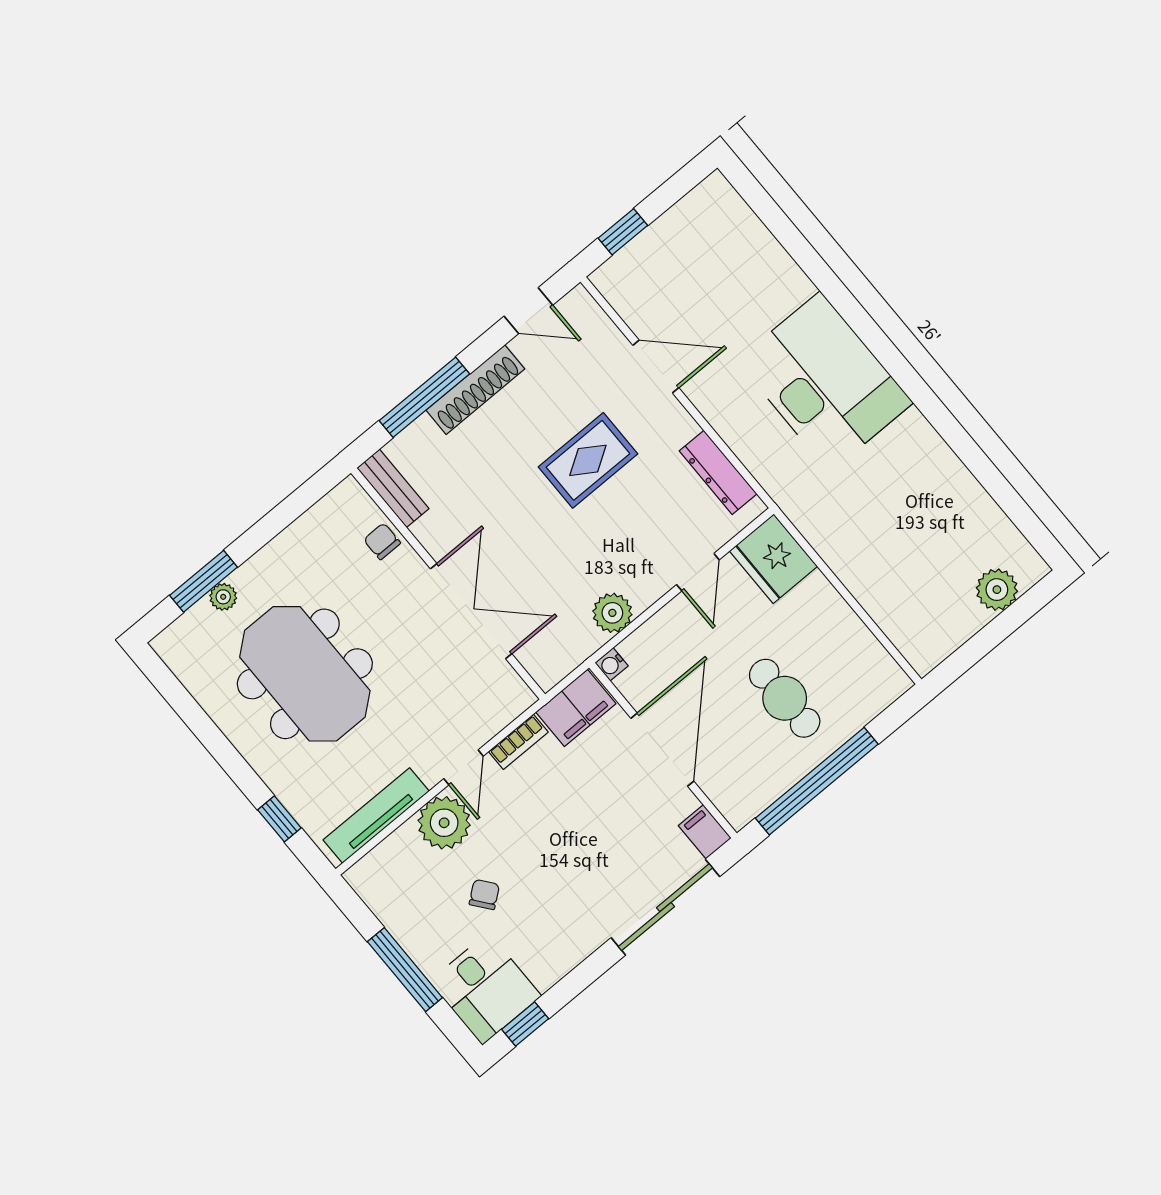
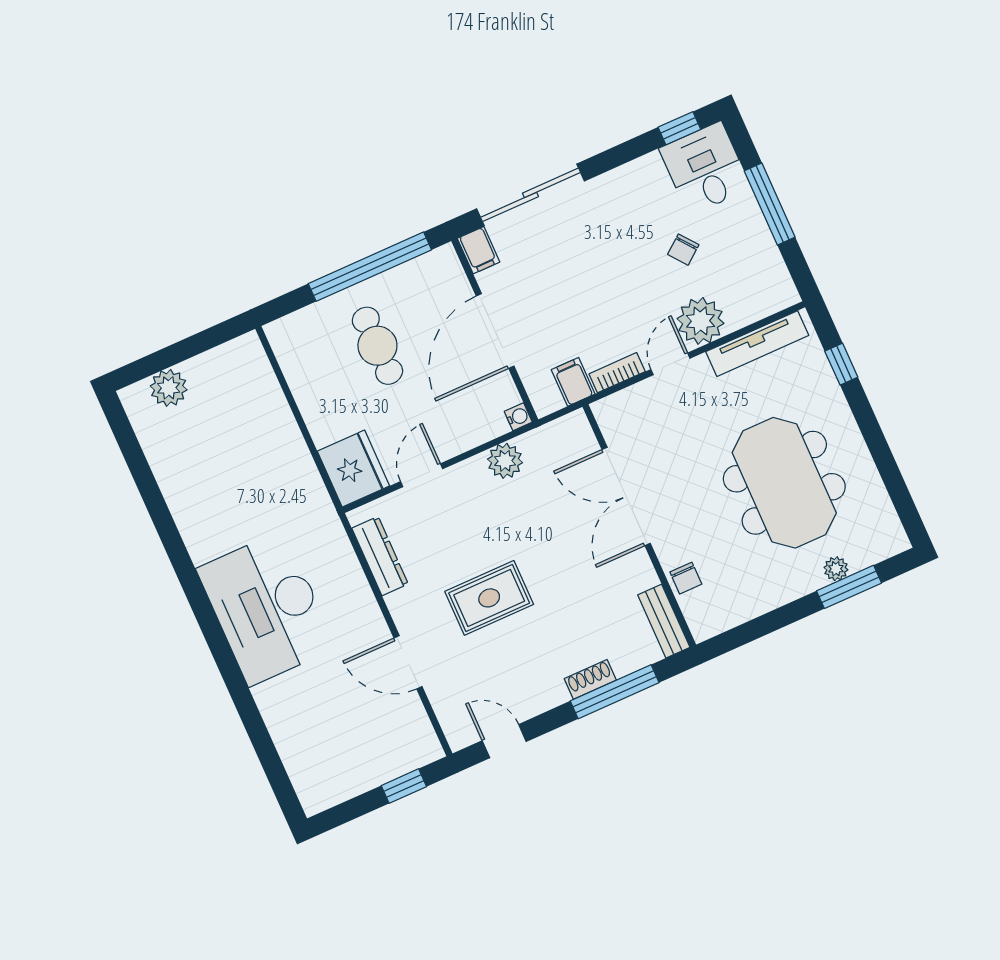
shoe rack: (475, 390) -> (590, 679), width x0.51, depth x0.81
filing cabinet: (576, 708) -> (573, 382), width x0.50

